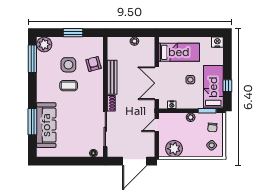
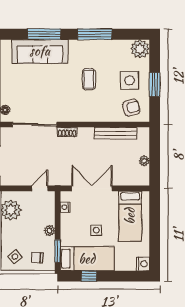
window: (32, 59) -> (95, 34), moved
armchair: (94, 64) -> (131, 108), moved
side table: (68, 65) -> (130, 80), moved
bench: (112, 77) -> (115, 133), moved
door: (157, 125) -> (40, 188), hinge flipped

